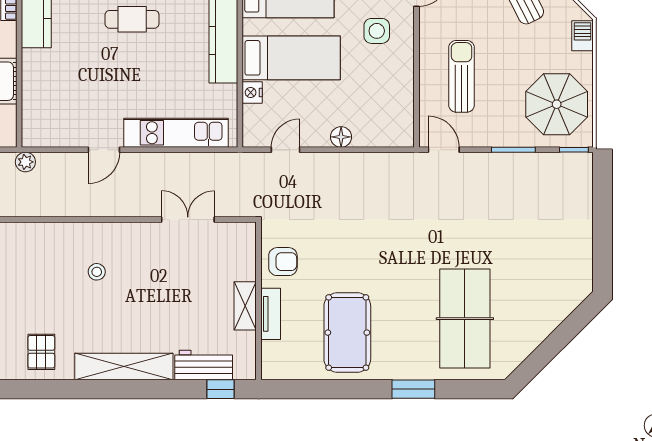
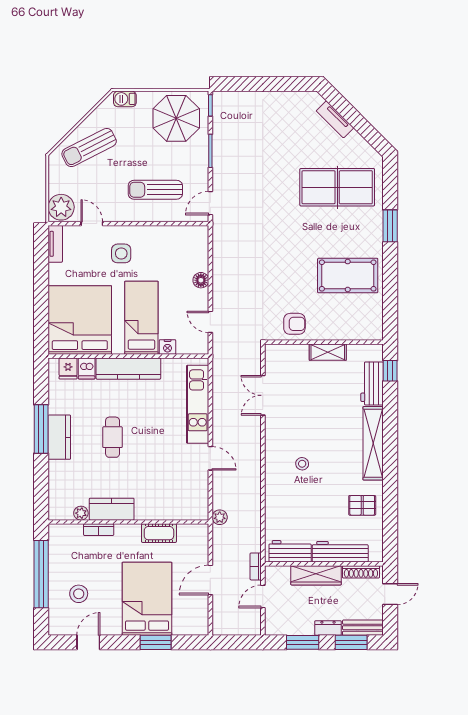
armchair: (283, 262) -> (294, 324), turned 90
tv unit: (271, 314) -> (335, 119), moved, turned -135

